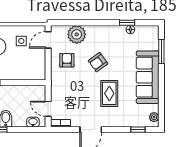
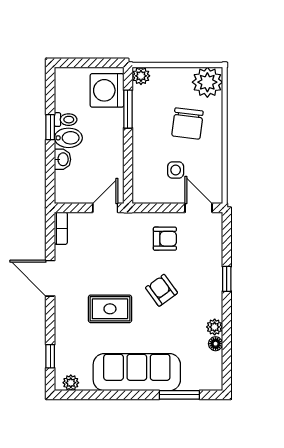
window: (127, 23) -> (227, 279), moved
plant: (77, 34) -> (215, 327), moved, width x0.53, depth x0.53
side table: (21, 41) -> (176, 170), moved
door: (48, 109) -> (105, 208), moved
washbasin: (33, 122) -> (63, 159), moved

